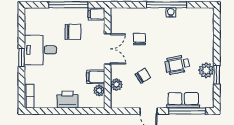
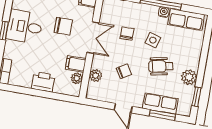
row of seats: (194, 16) -> (186, 20), added
chair: (73, 32) -> (63, 26), moved
side table: (165, 41) -> (153, 40), added
window: (217, 75) -> (197, 97), moved
window: (187, 111) -> (162, 115), width x0.69

